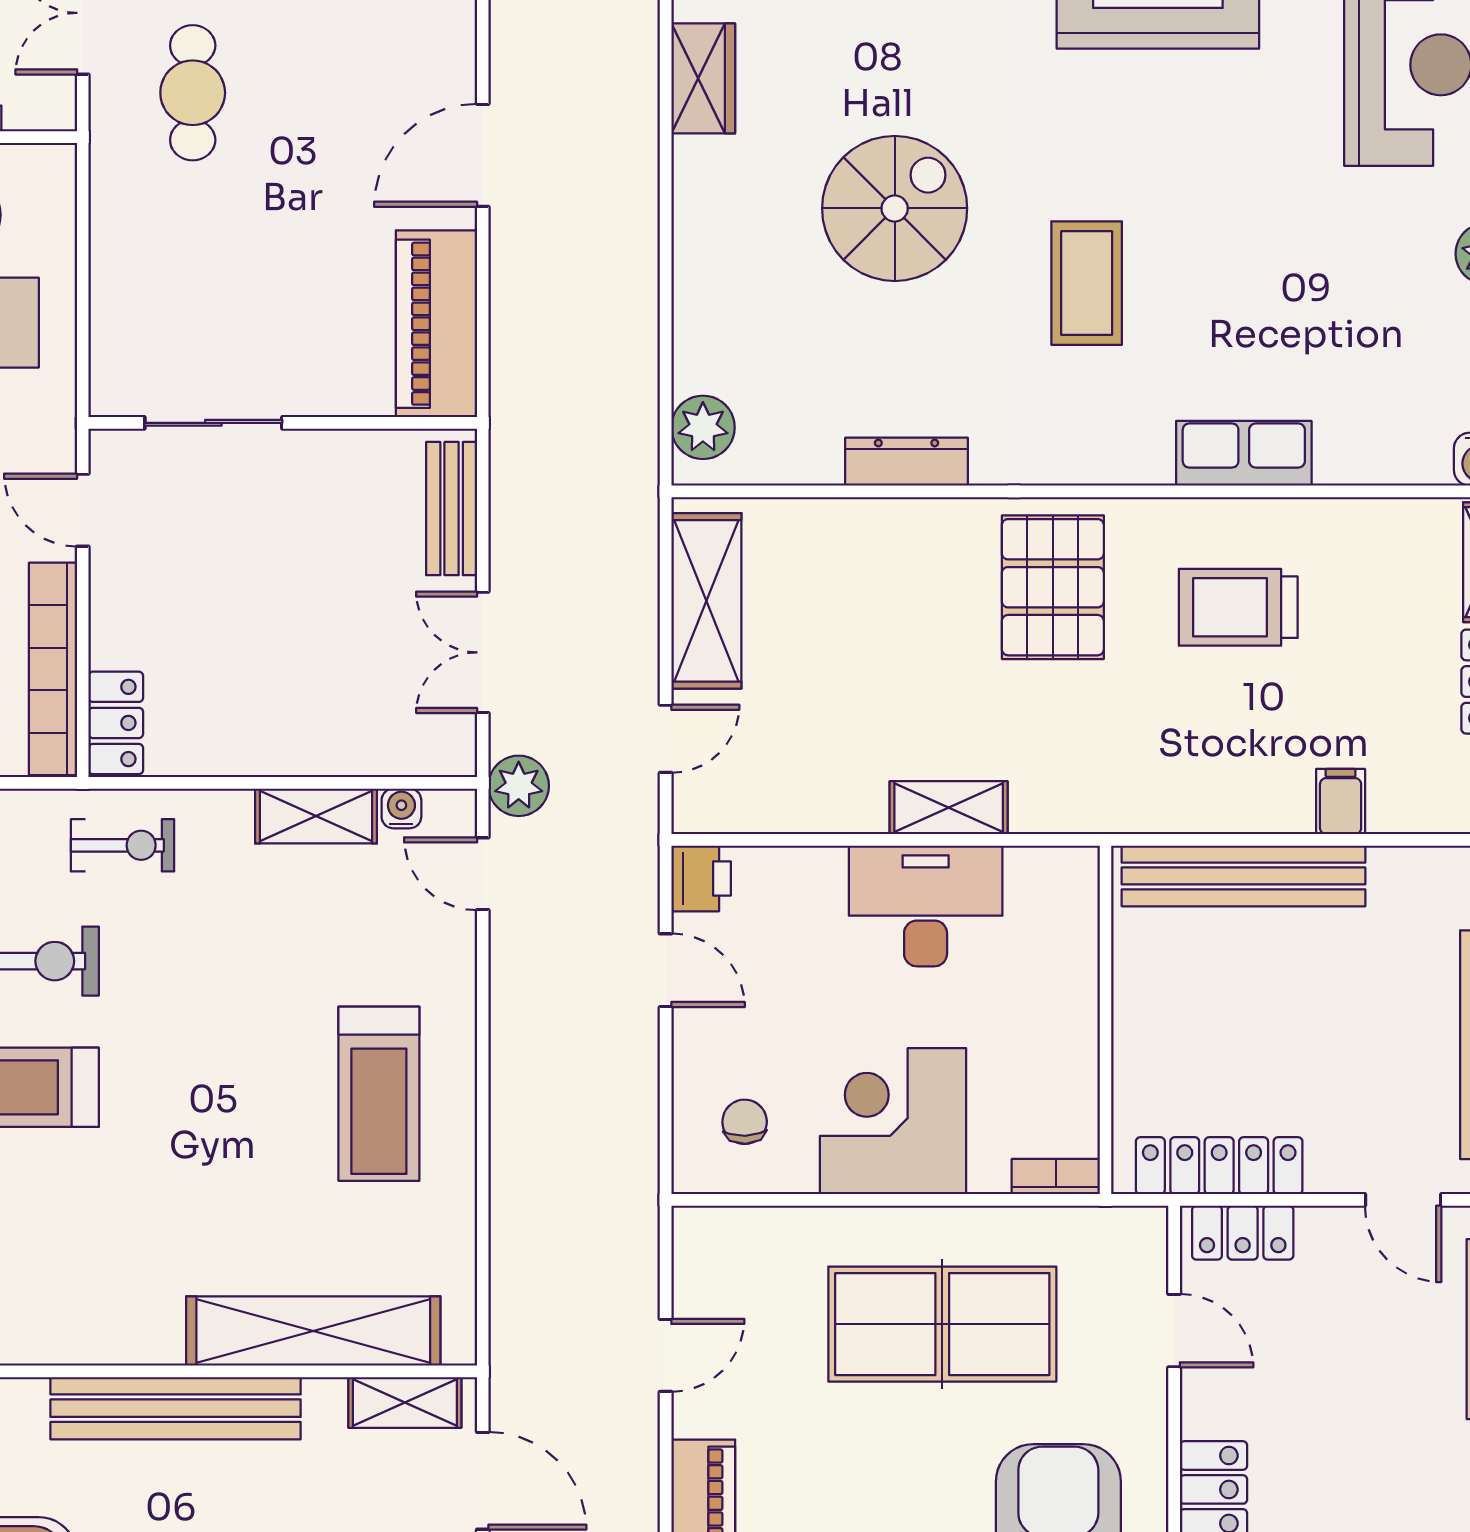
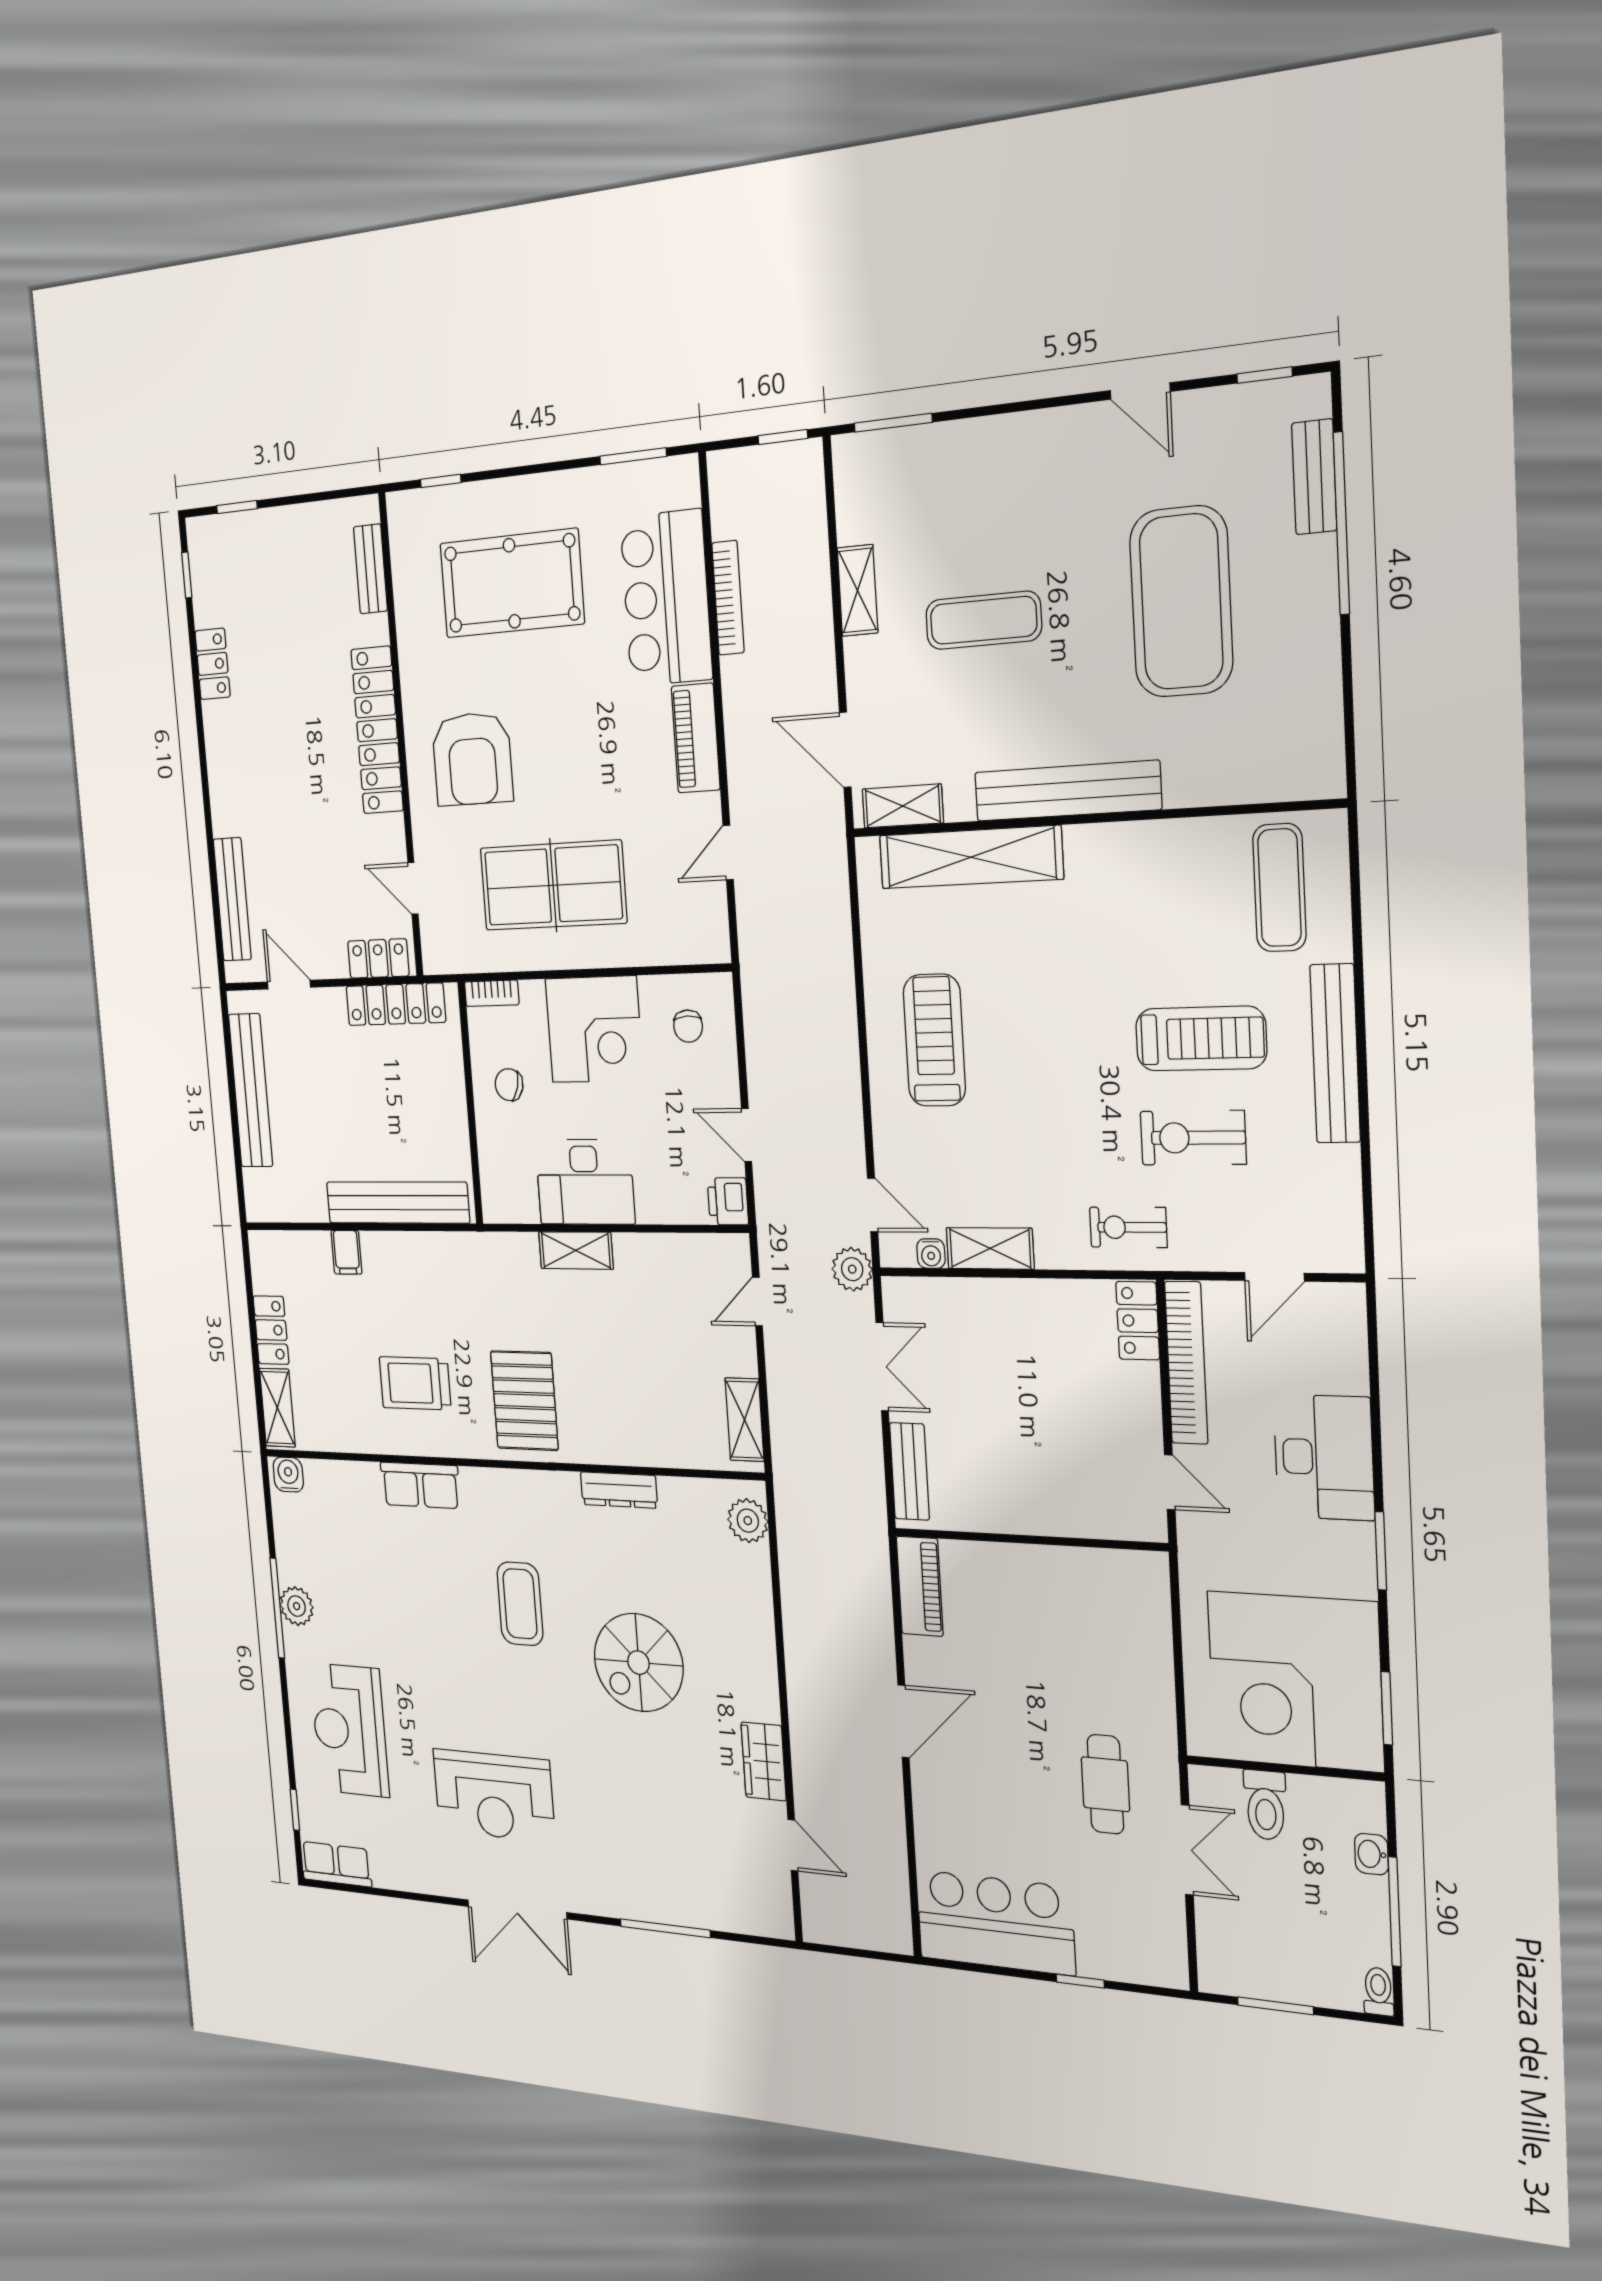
piano: (436, 324) -> (920, 1586), width x0.73, depth x0.75
sliding door: (213, 423) -> (1078, 1542), removed
shelving: (706, 601) -> (745, 1420), width x0.67, depth x0.75
trolley: (1238, 607) -> (415, 1383), turned 180
chair: (1039, 1046) -> (509, 1085), added

